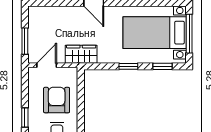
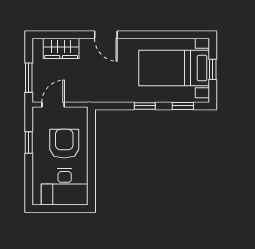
window: (189, 34) -> (213, 69), width x0.46
wardrobe: (81, 54) -> (61, 48), moved, turned 180
window: (25, 118) -> (29, 143), moved

